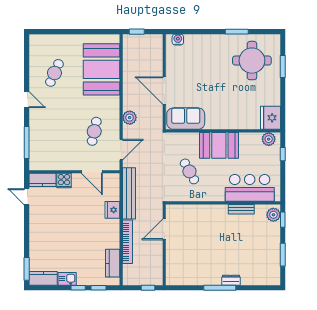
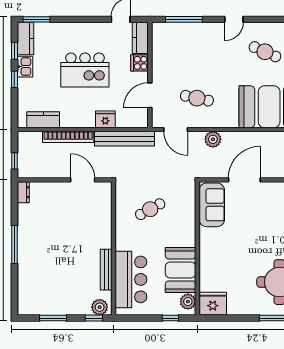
booth: (219, 145) -> (181, 270), moved
bench: (241, 209) -> (106, 270), width x1.36
kitchen island: (70, 227) -> (85, 70), added
dresser: (231, 280) -> (23, 192), moved
window: (99, 288) -> (14, 51), moved

